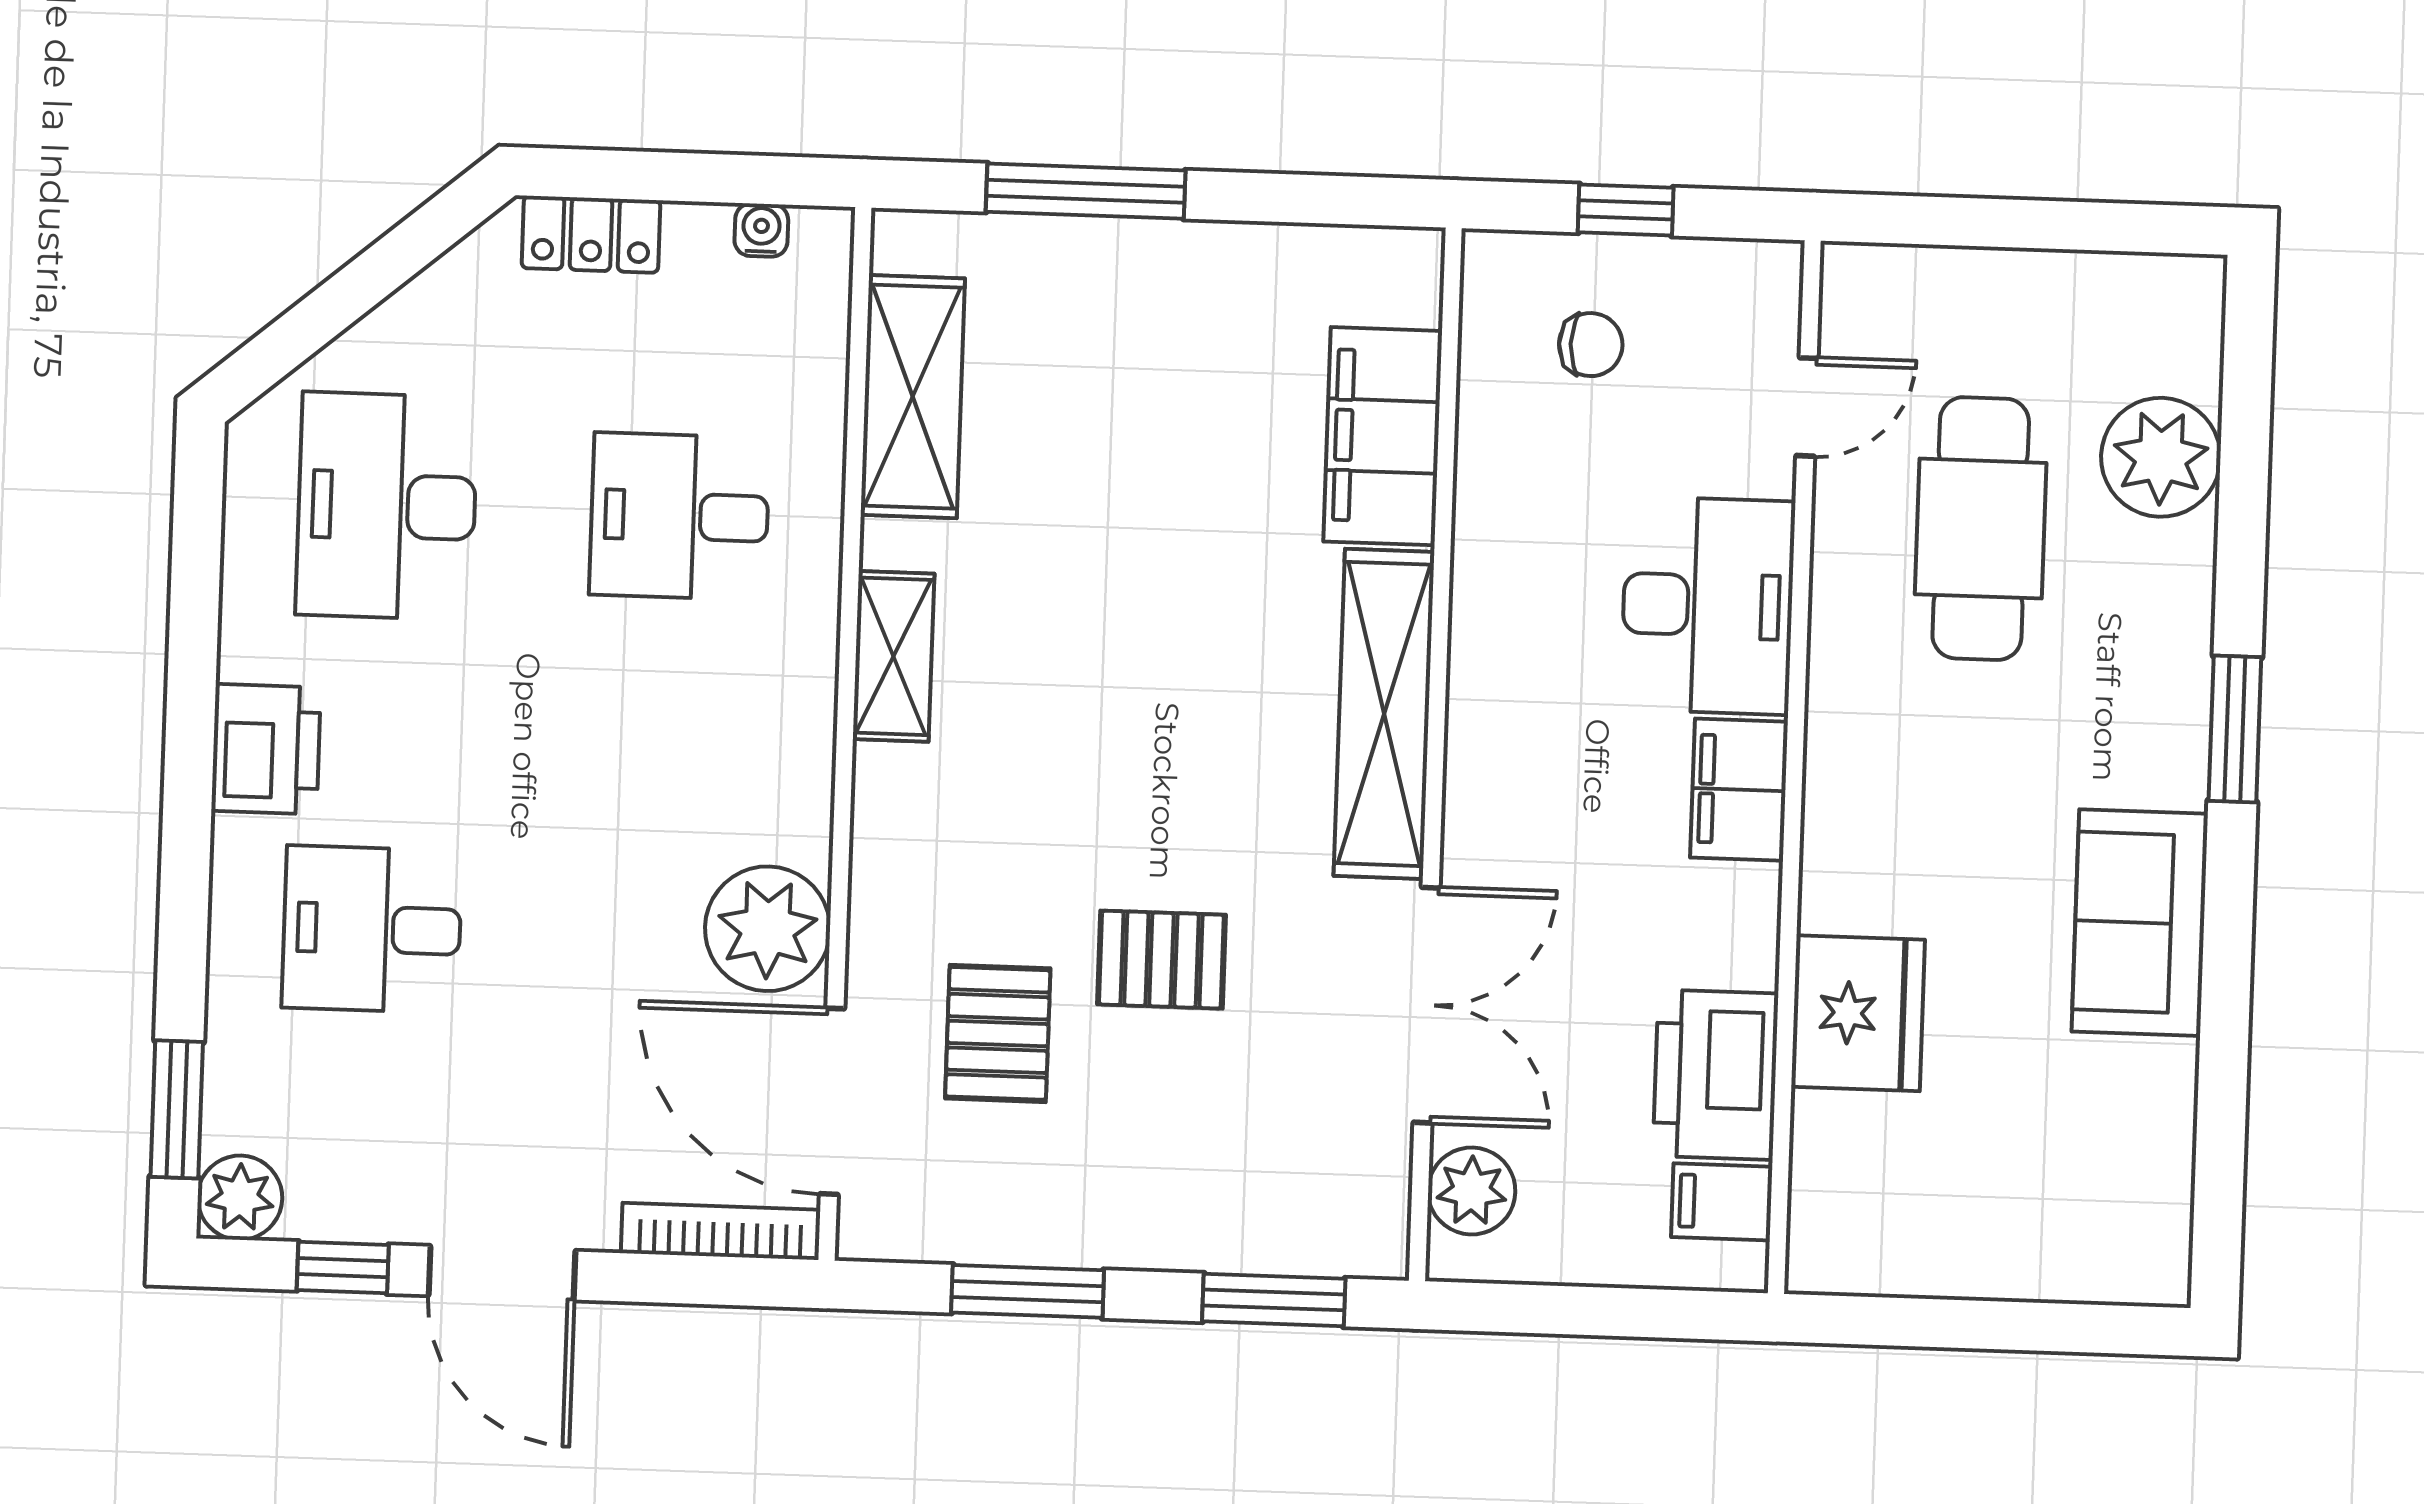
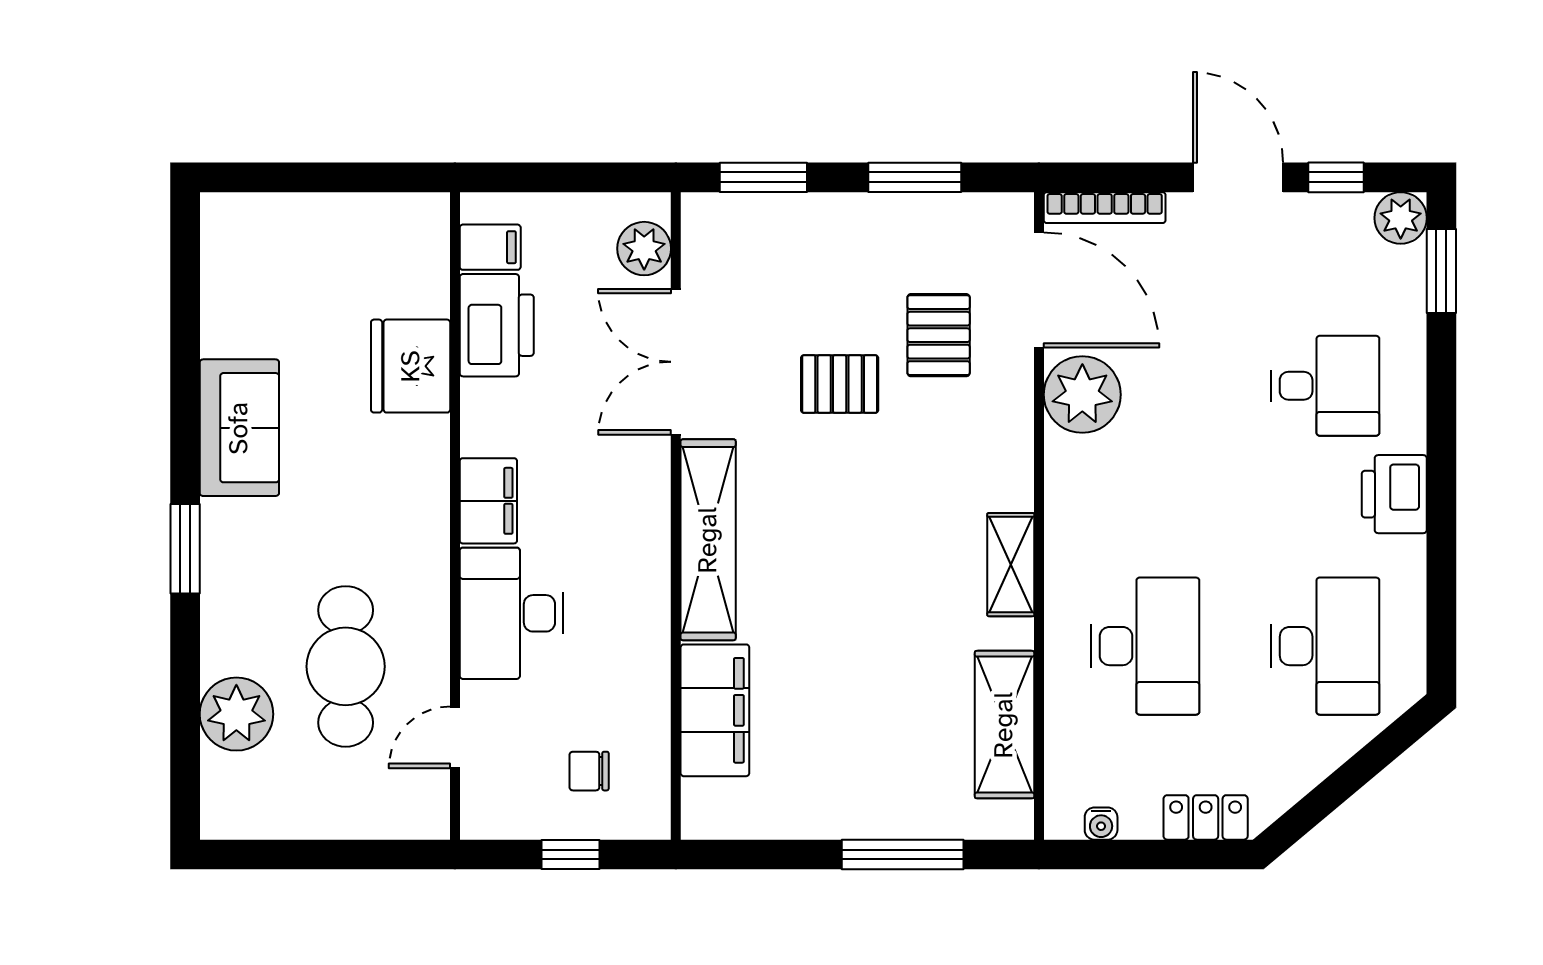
desk: (679, 516) -> (1145, 646), width x1.37

